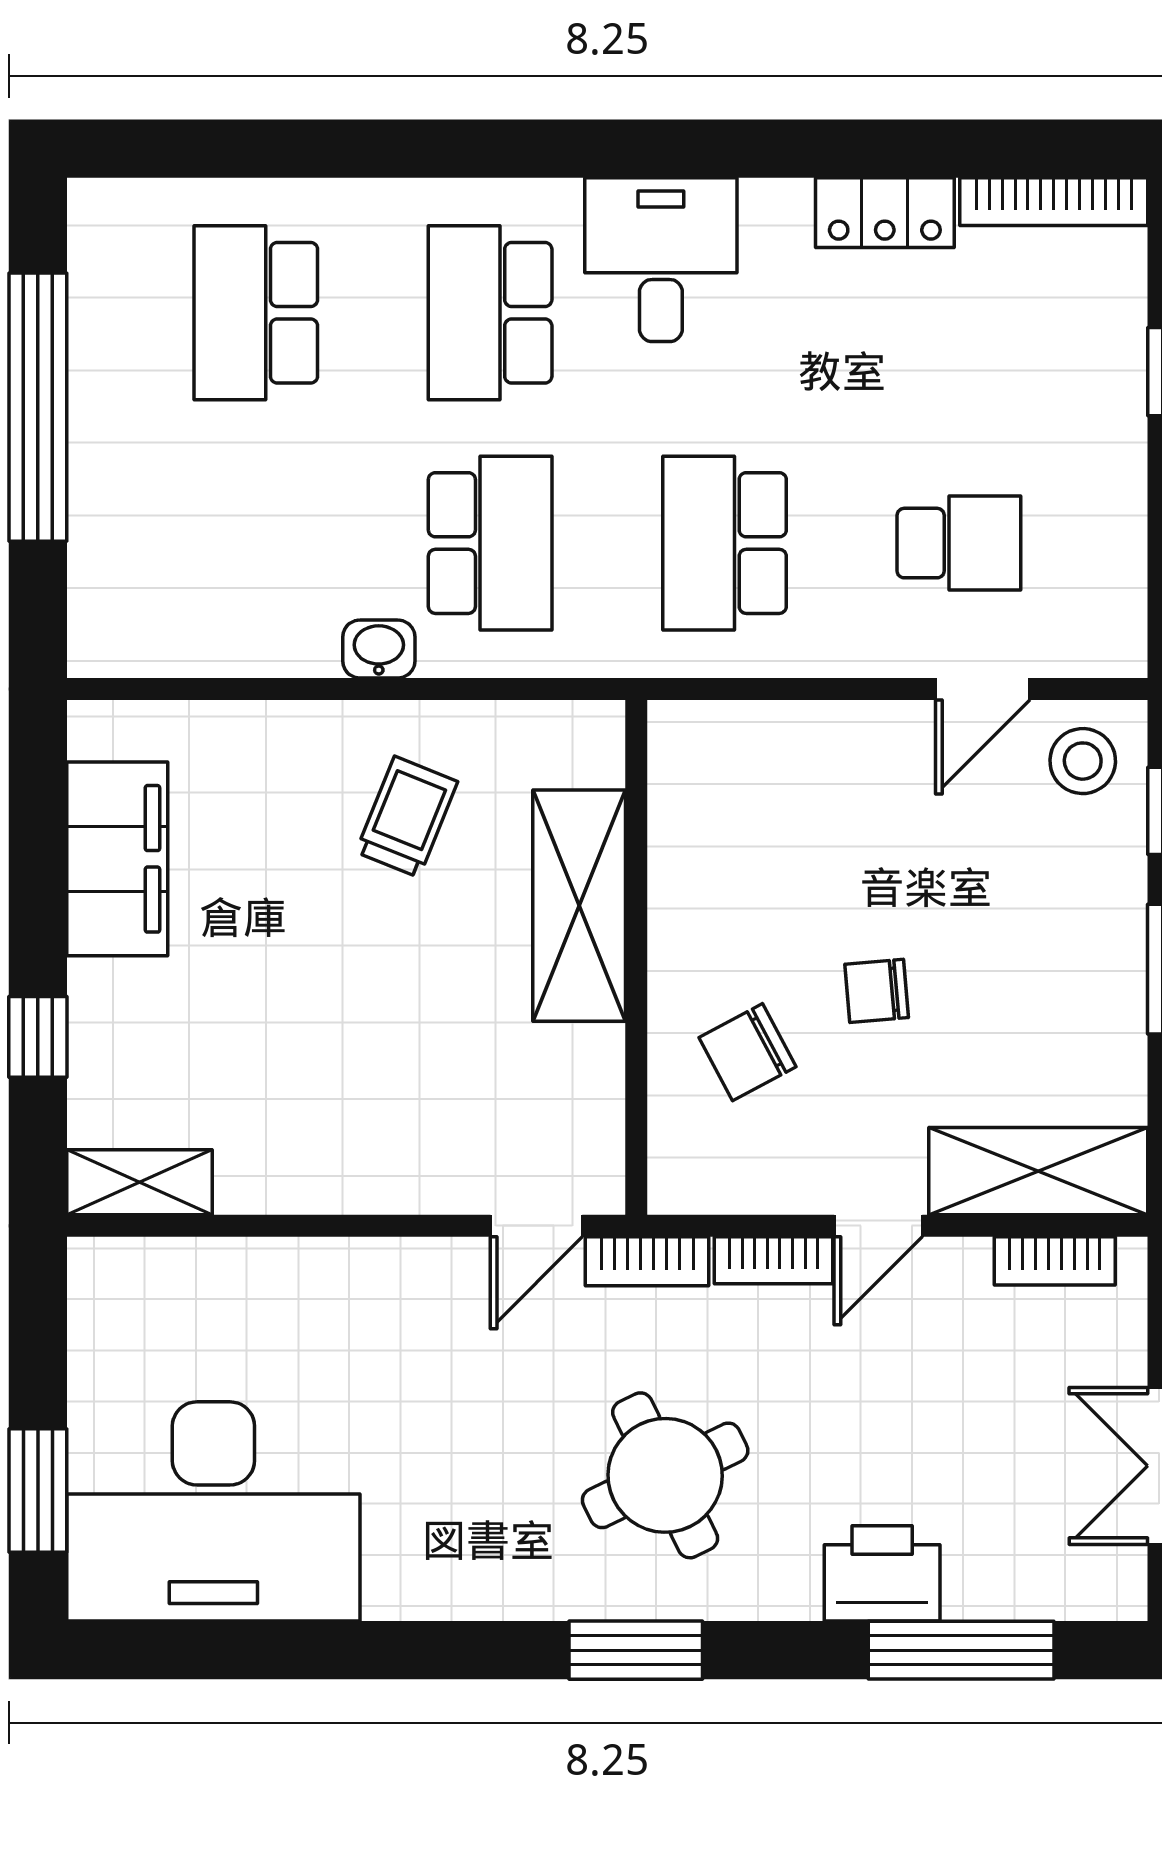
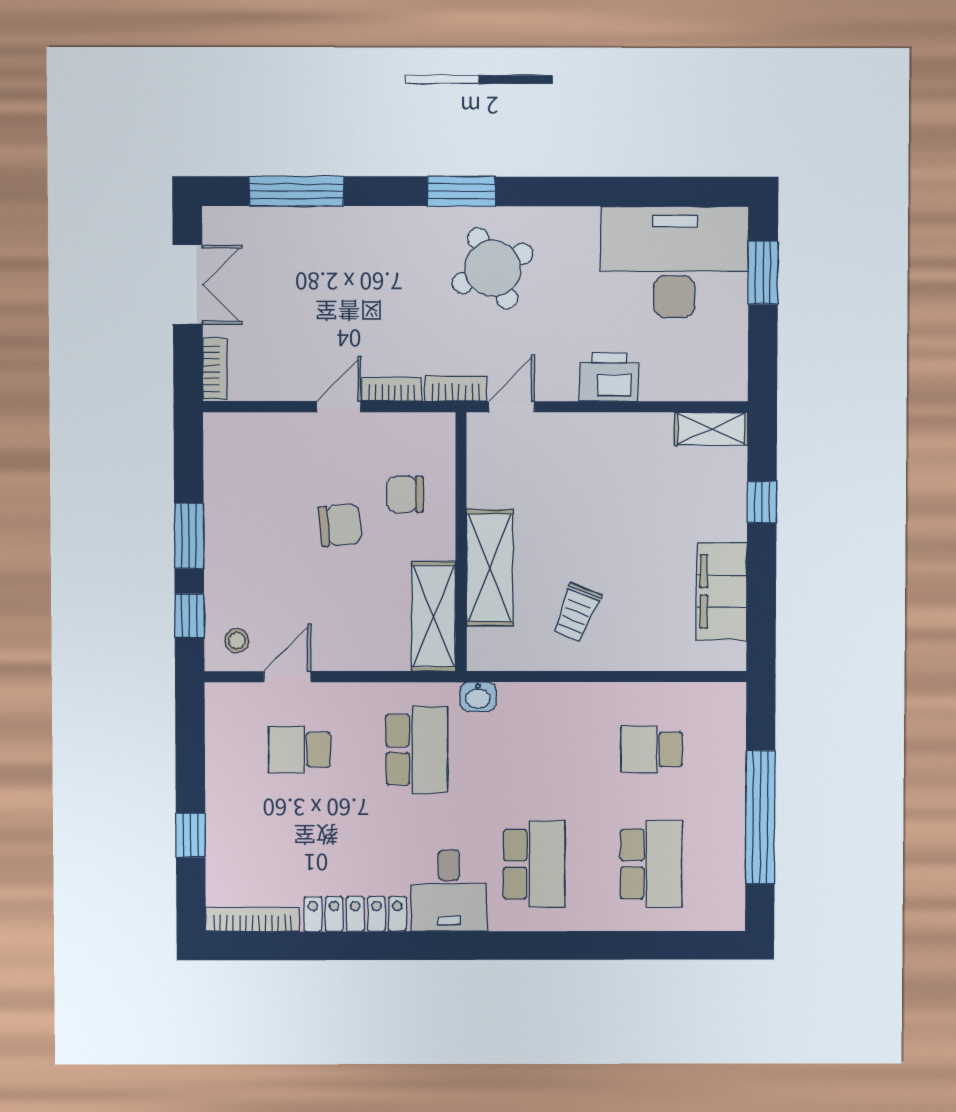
locker: (885, 213) -> (355, 914), width x1.53
school desk: (490, 543) -> (652, 749), moved, width x0.54
washbasin: (379, 649) -> (478, 697), moved
stool: (1083, 761) -> (237, 641), width x0.73, depth x0.73
chair: (877, 991) -> (340, 525), width x1.37, depth x1.37
chair: (748, 1052) -> (405, 494), turned -152
shelving: (1038, 1171) -> (434, 616), moved, turned 90
bookcase: (1055, 1261) -> (215, 369), moved, turned 90
round table: (665, 1475) -> (493, 268), moved
printer: (882, 1573) -> (609, 377), moved, turned 180

